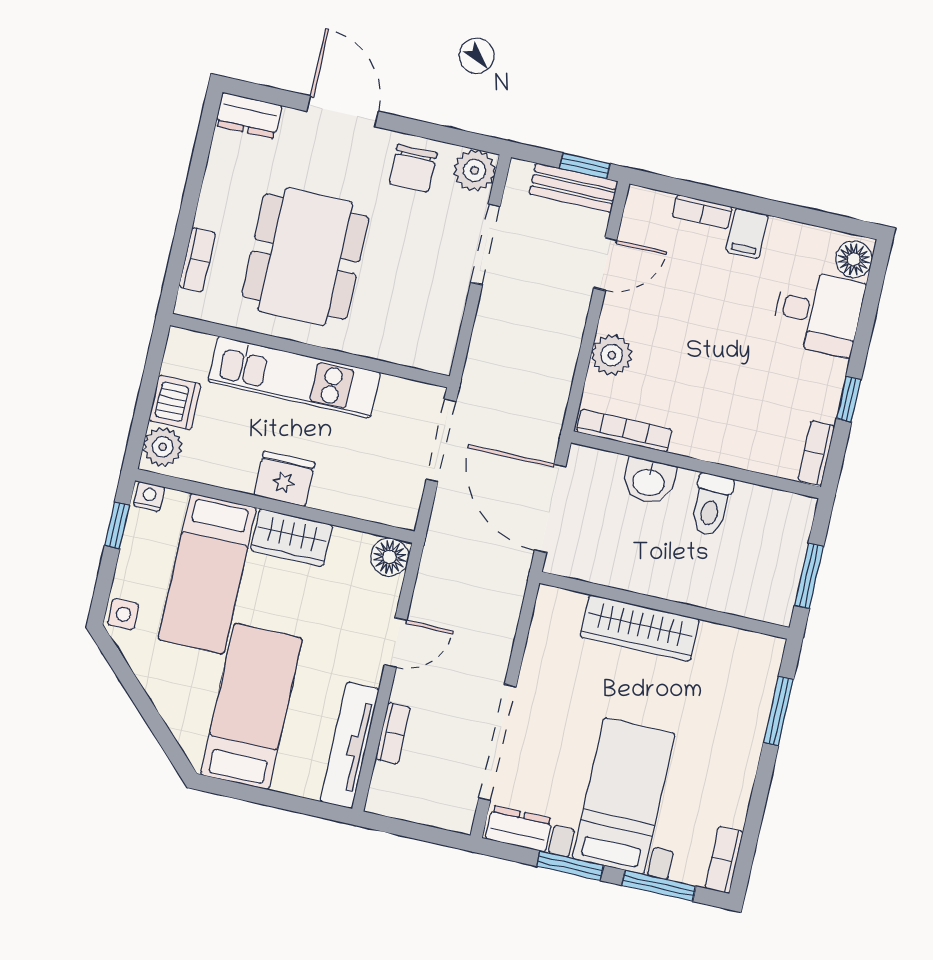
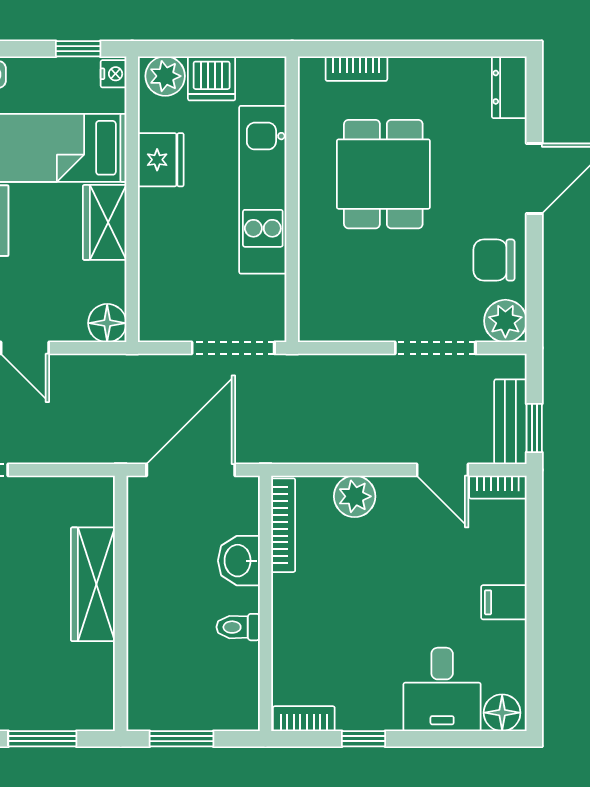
bookcase: (702, 212) -> (498, 487), moved, turned -90
dining table: (305, 257) -> (383, 174), width x0.73
fridge: (284, 479) -> (161, 160), moved
toilet: (711, 505) -> (238, 627), width x0.73, depth x0.72

